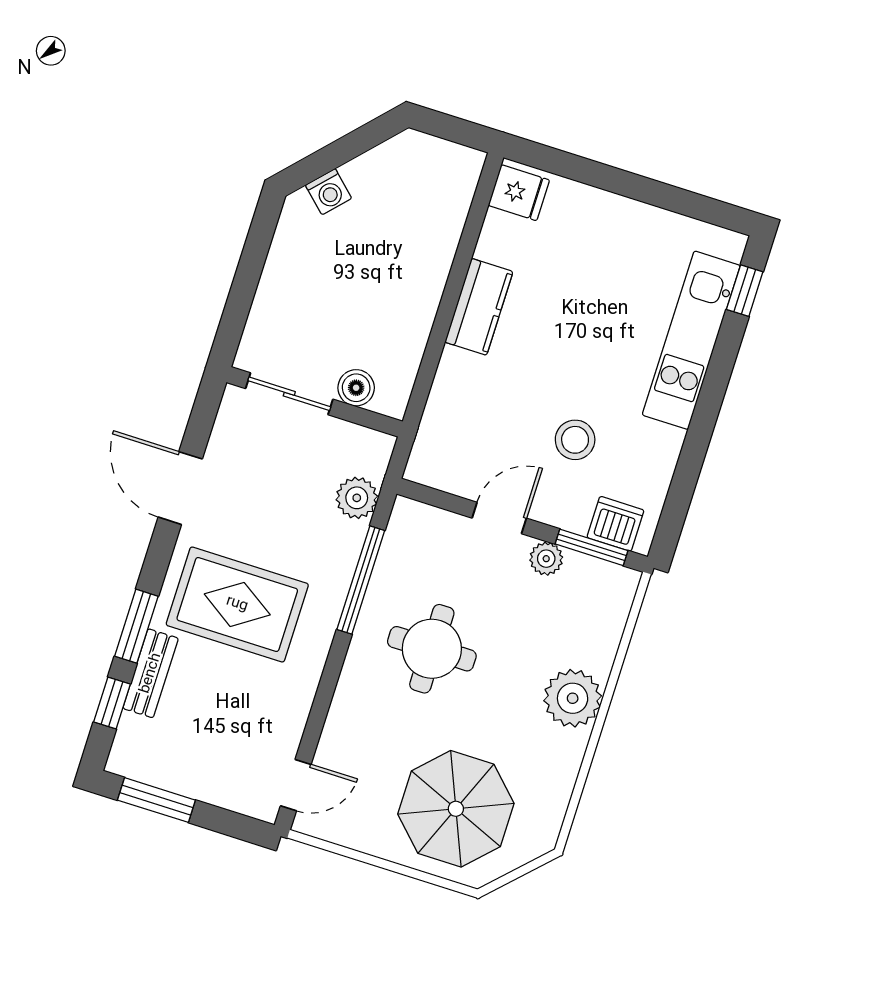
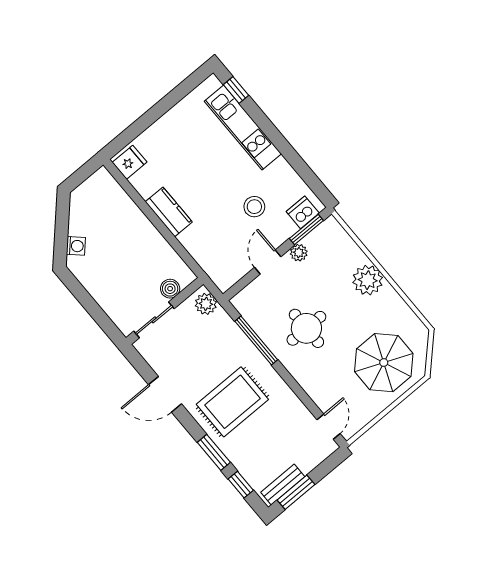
plant: (357, 498) -> (206, 304), moved
bench: (151, 673) -> (283, 485), moved, turned 90

